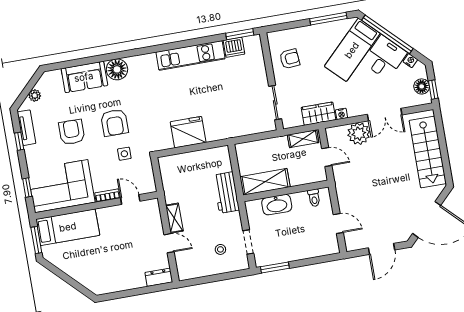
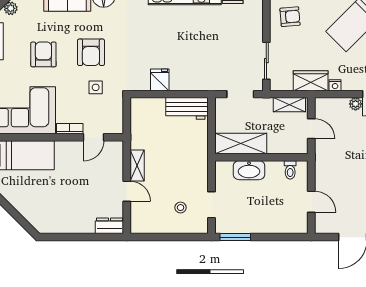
fridge: (188, 132) -> (160, 80), width x0.53, depth x0.75
plant: (359, 134) -> (356, 104), width x0.53, depth x0.53
doorway: (257, 137) -> (240, 94), added
workbench: (226, 193) -> (187, 108), moved, turned -90
door: (130, 199) -> (94, 137), swing flipped

